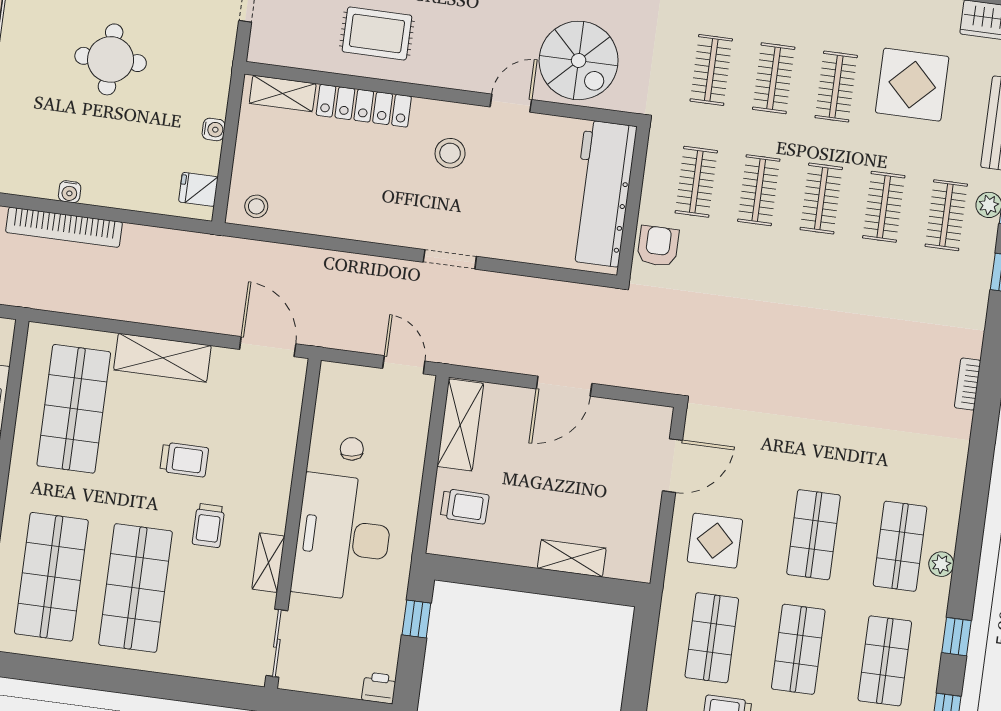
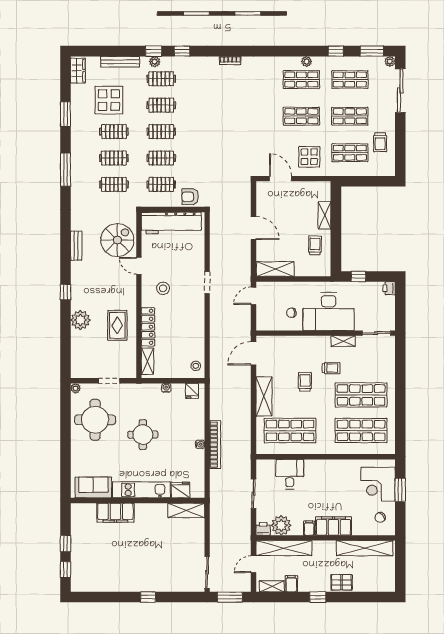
trolley: (465, 506) -> (315, 245), moved

